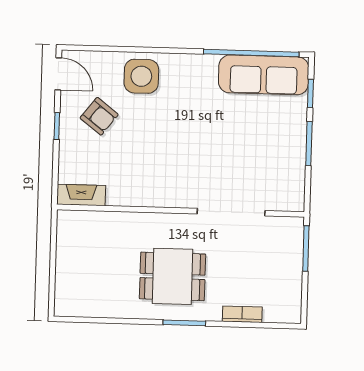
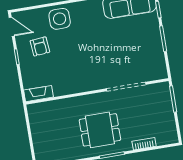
armchair: (99, 116) -> (40, 46), turned 47

